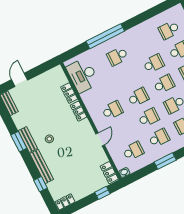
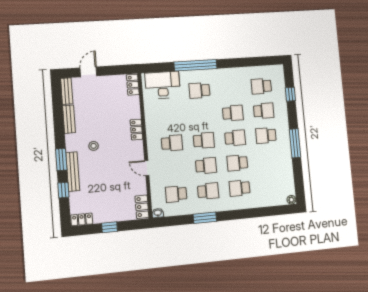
desk: (83, 75) -> (163, 85), moved, turned 90
locker: (69, 93) -> (133, 85), moved
bench: (28, 139) -> (69, 119), moved
door: (100, 139) -> (147, 168), swing flipped
window: (19, 142) -> (61, 159), moved
school desk: (133, 151) -> (176, 194), turned 180
window: (102, 193) -> (110, 227), moved

